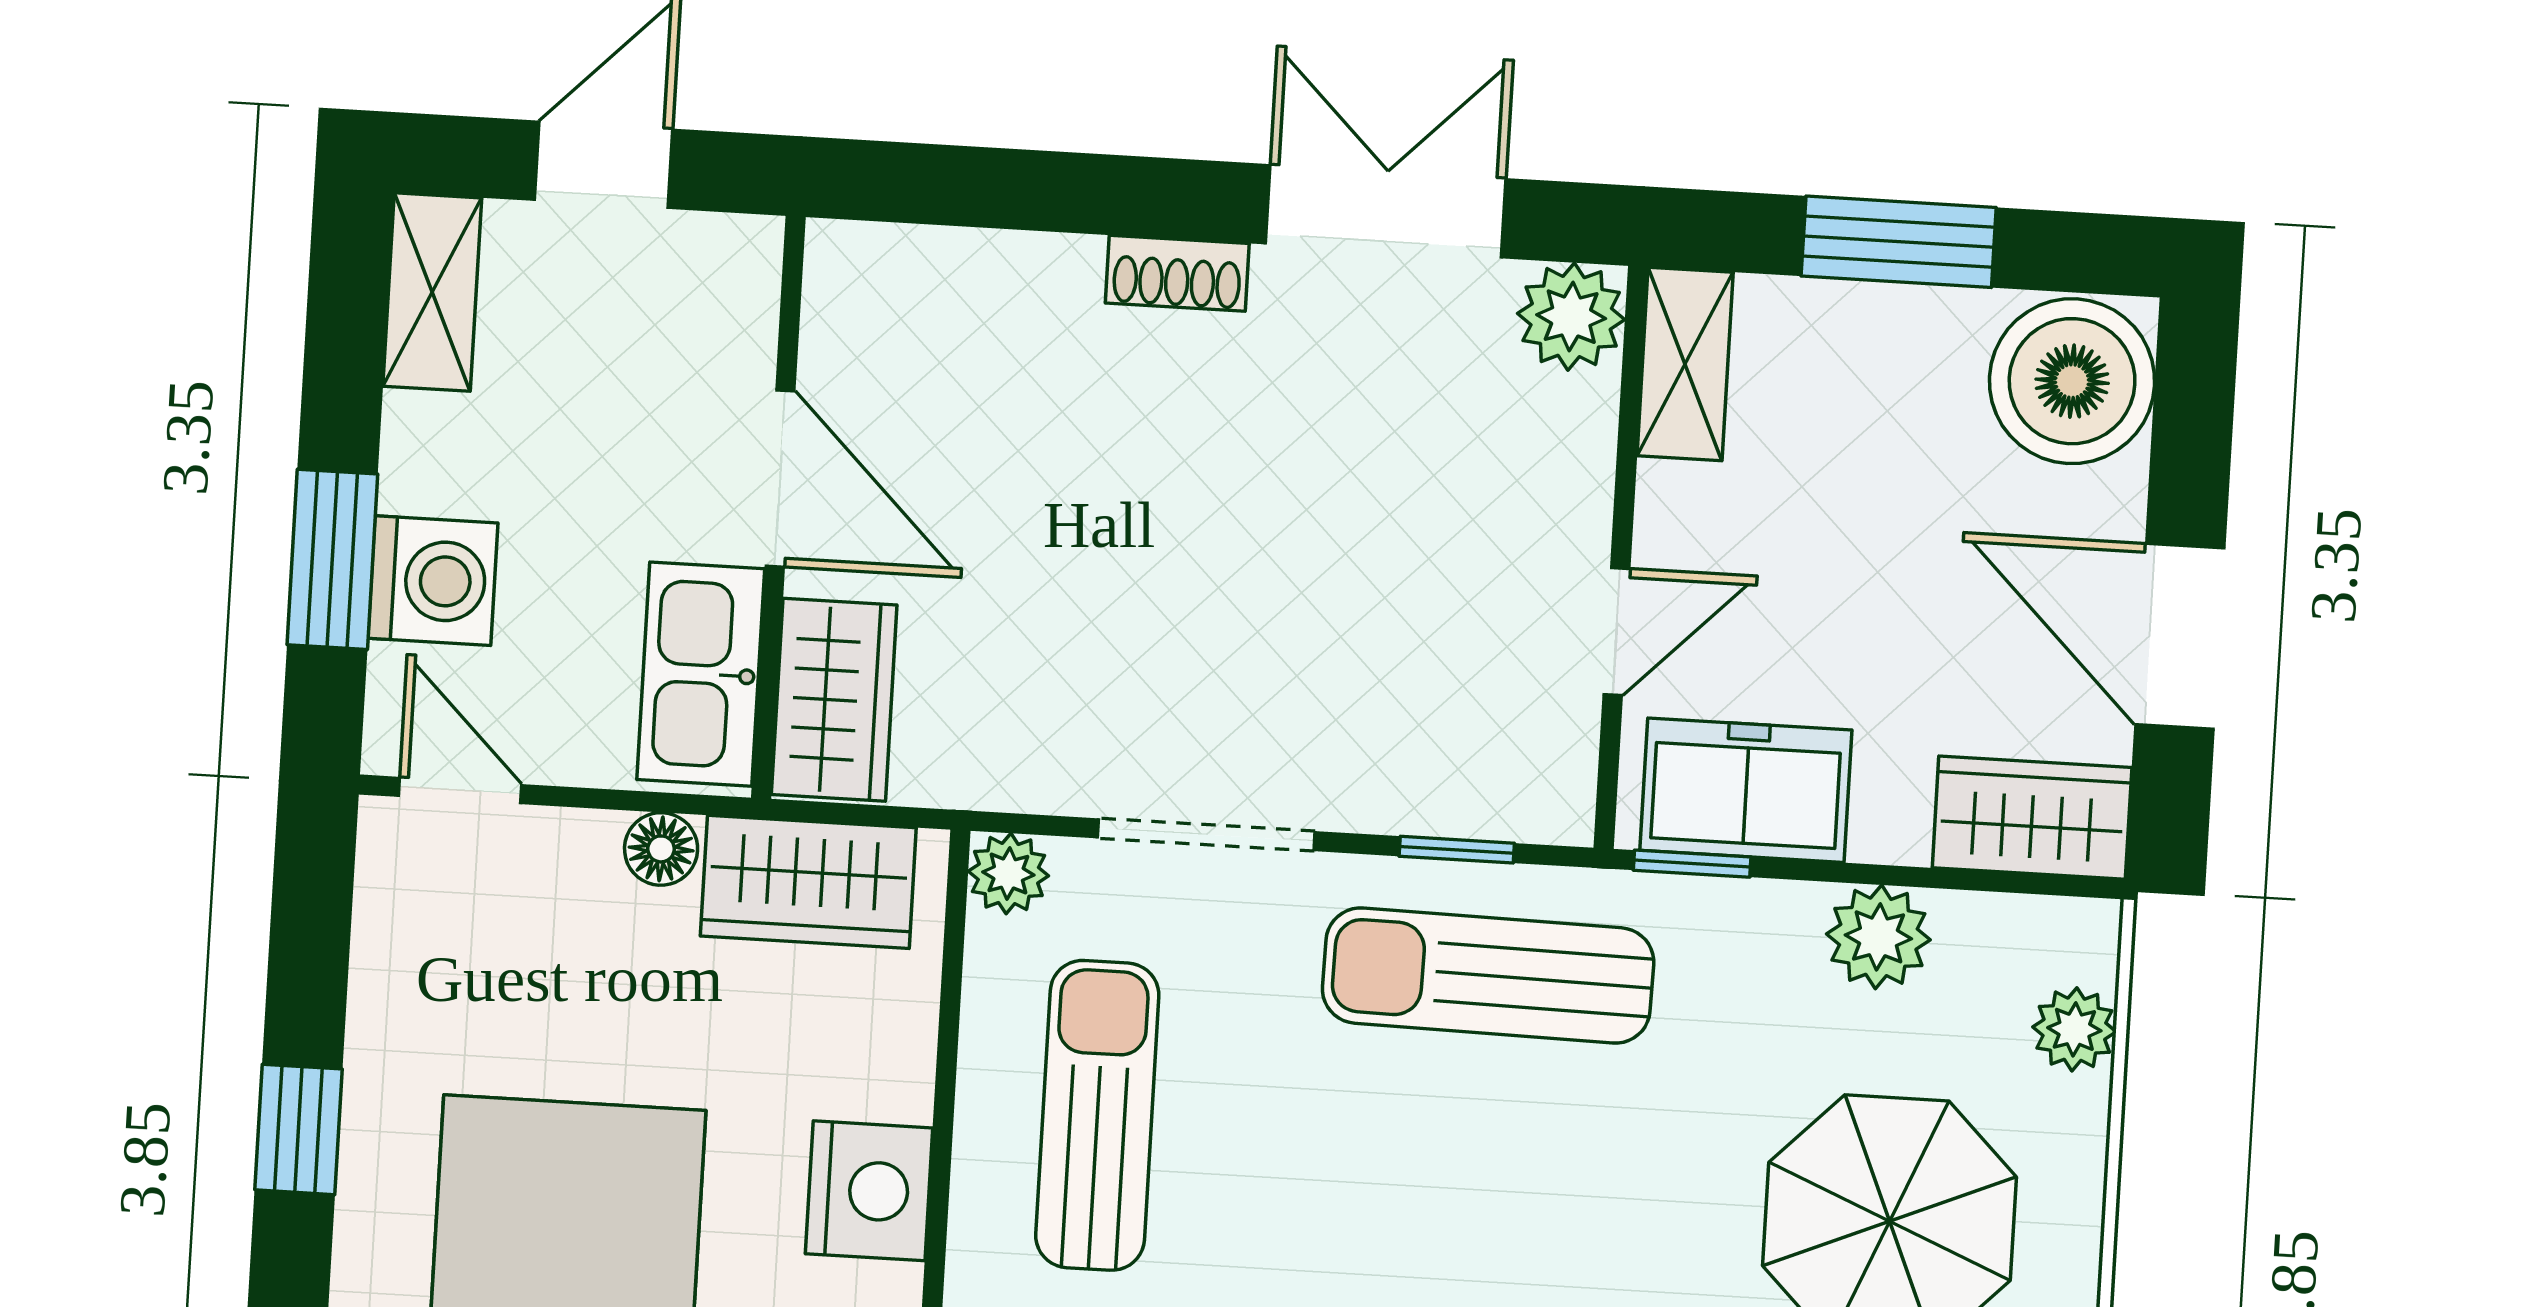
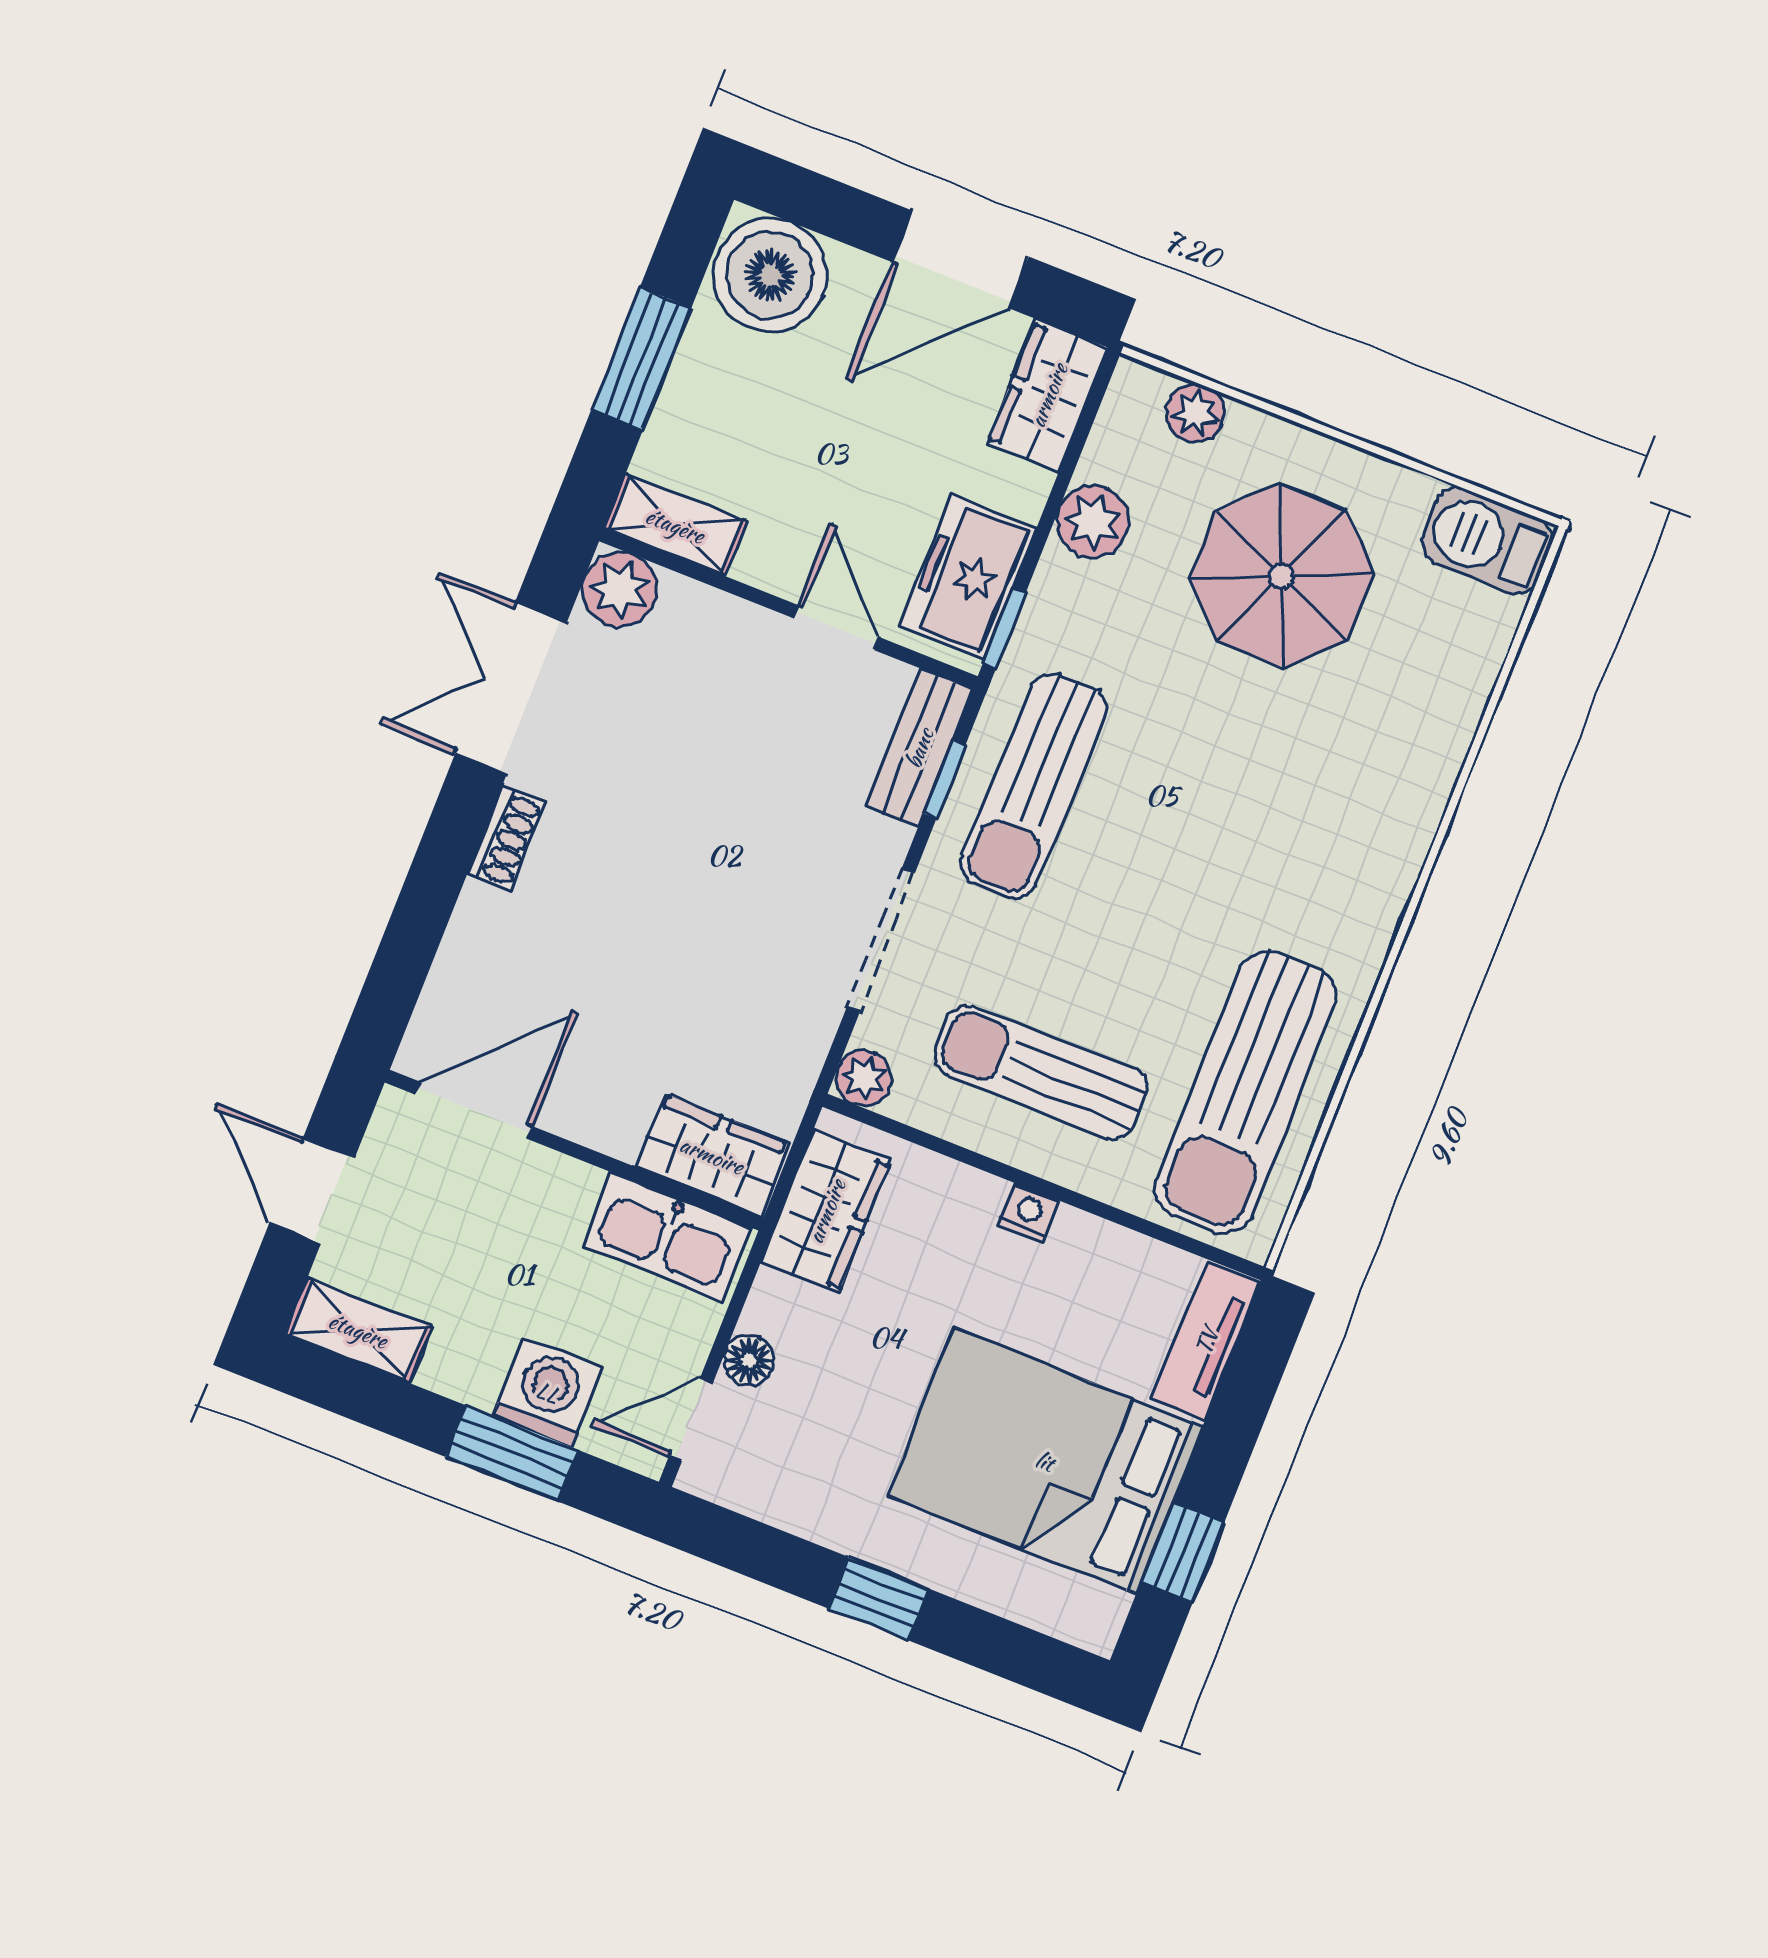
door: (780, 478) -> (474, 1110), moved
bench: (1488, 800) -> (919, 748), added
floor lamp: (661, 849) -> (749, 1360), moved
nightstand: (869, 1191) -> (1028, 1213), width x0.53, depth x0.56

